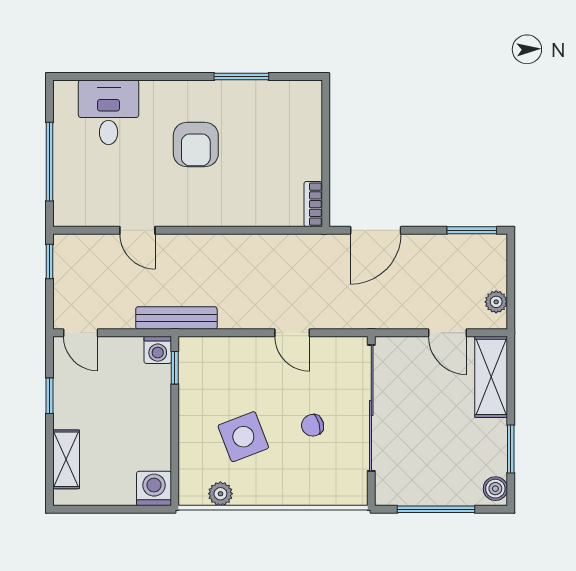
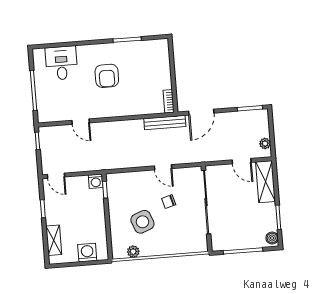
bench: (176, 318) -> (165, 122), moved
chair: (313, 425) -> (169, 202), moved
washing machine: (154, 489) -> (87, 253), moved

